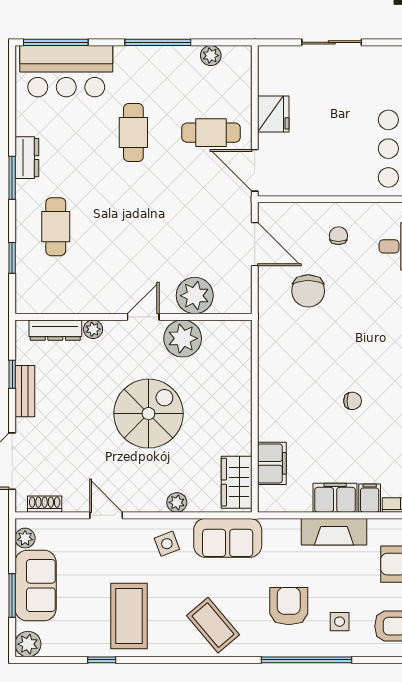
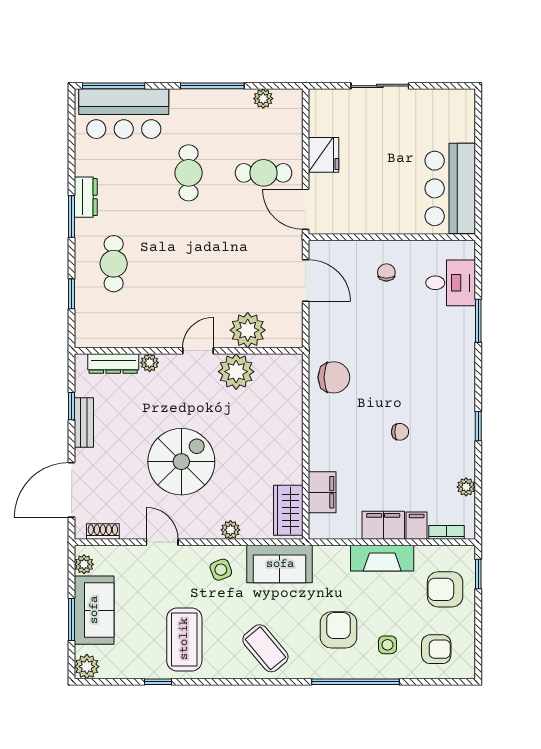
chair: (308, 291) -> (334, 377), moved, turned -90
spiral stairs: (148, 414) -> (181, 462), moved

